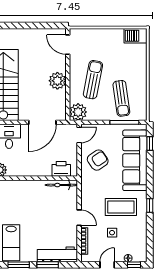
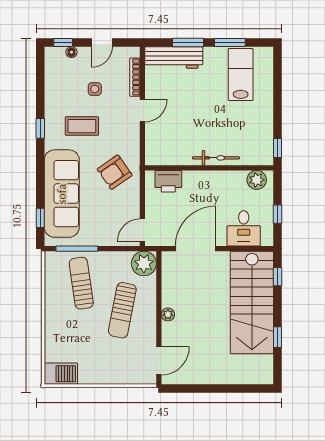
door: (68, 45) -> (159, 361), hinge flipped
plant: (57, 81) -> (168, 314), width x0.53, depth x0.53
armchair: (98, 160) -> (115, 172), moved
bicycle: (61, 185) -> (216, 158), moved
coffee table: (121, 207) -> (82, 126), width x0.73, depth x0.76
door: (79, 218) -> (142, 111), swing flipped

